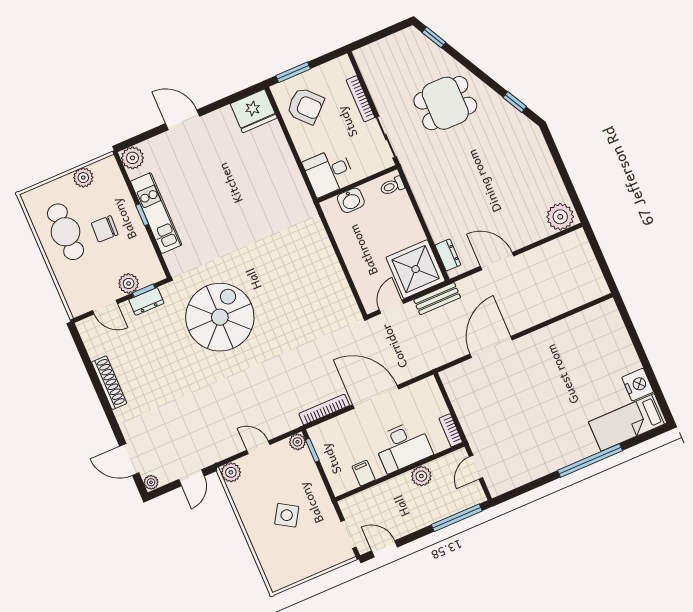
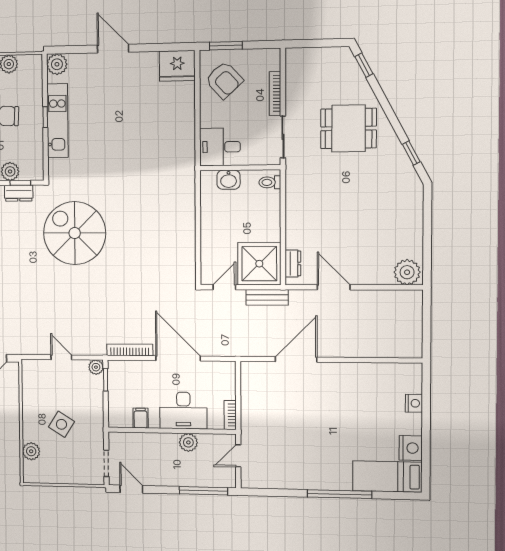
spiral stairs: (220, 317) -> (75, 233), turned -90
nightstand: (622, 340) -> (414, 403), added
plant: (231, 472) -> (31, 451), moved

